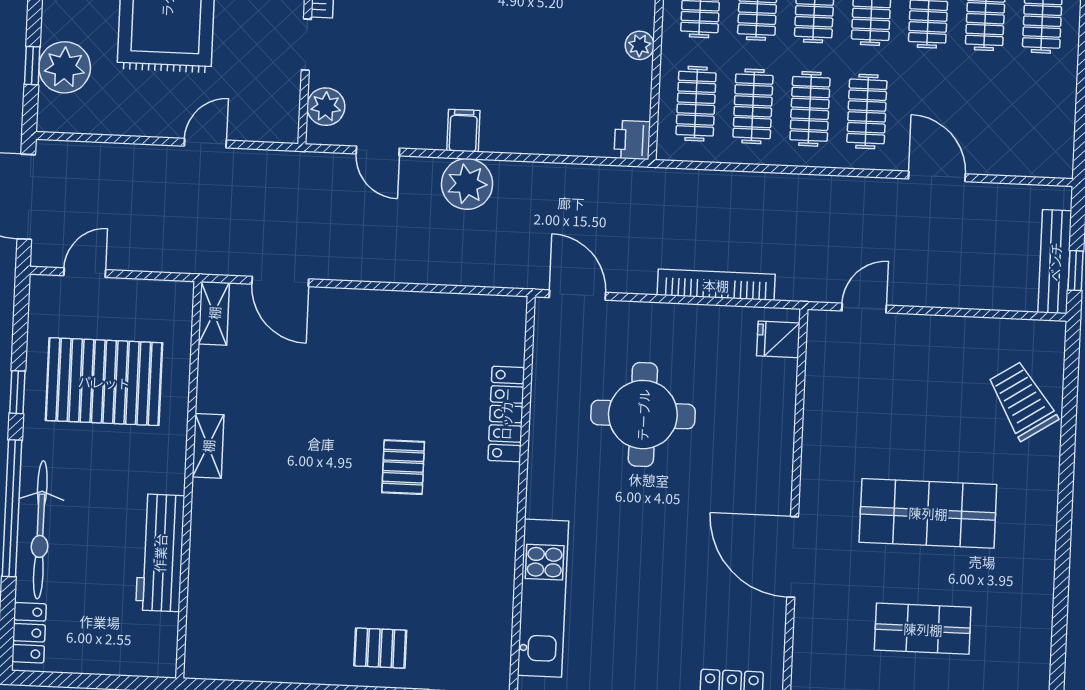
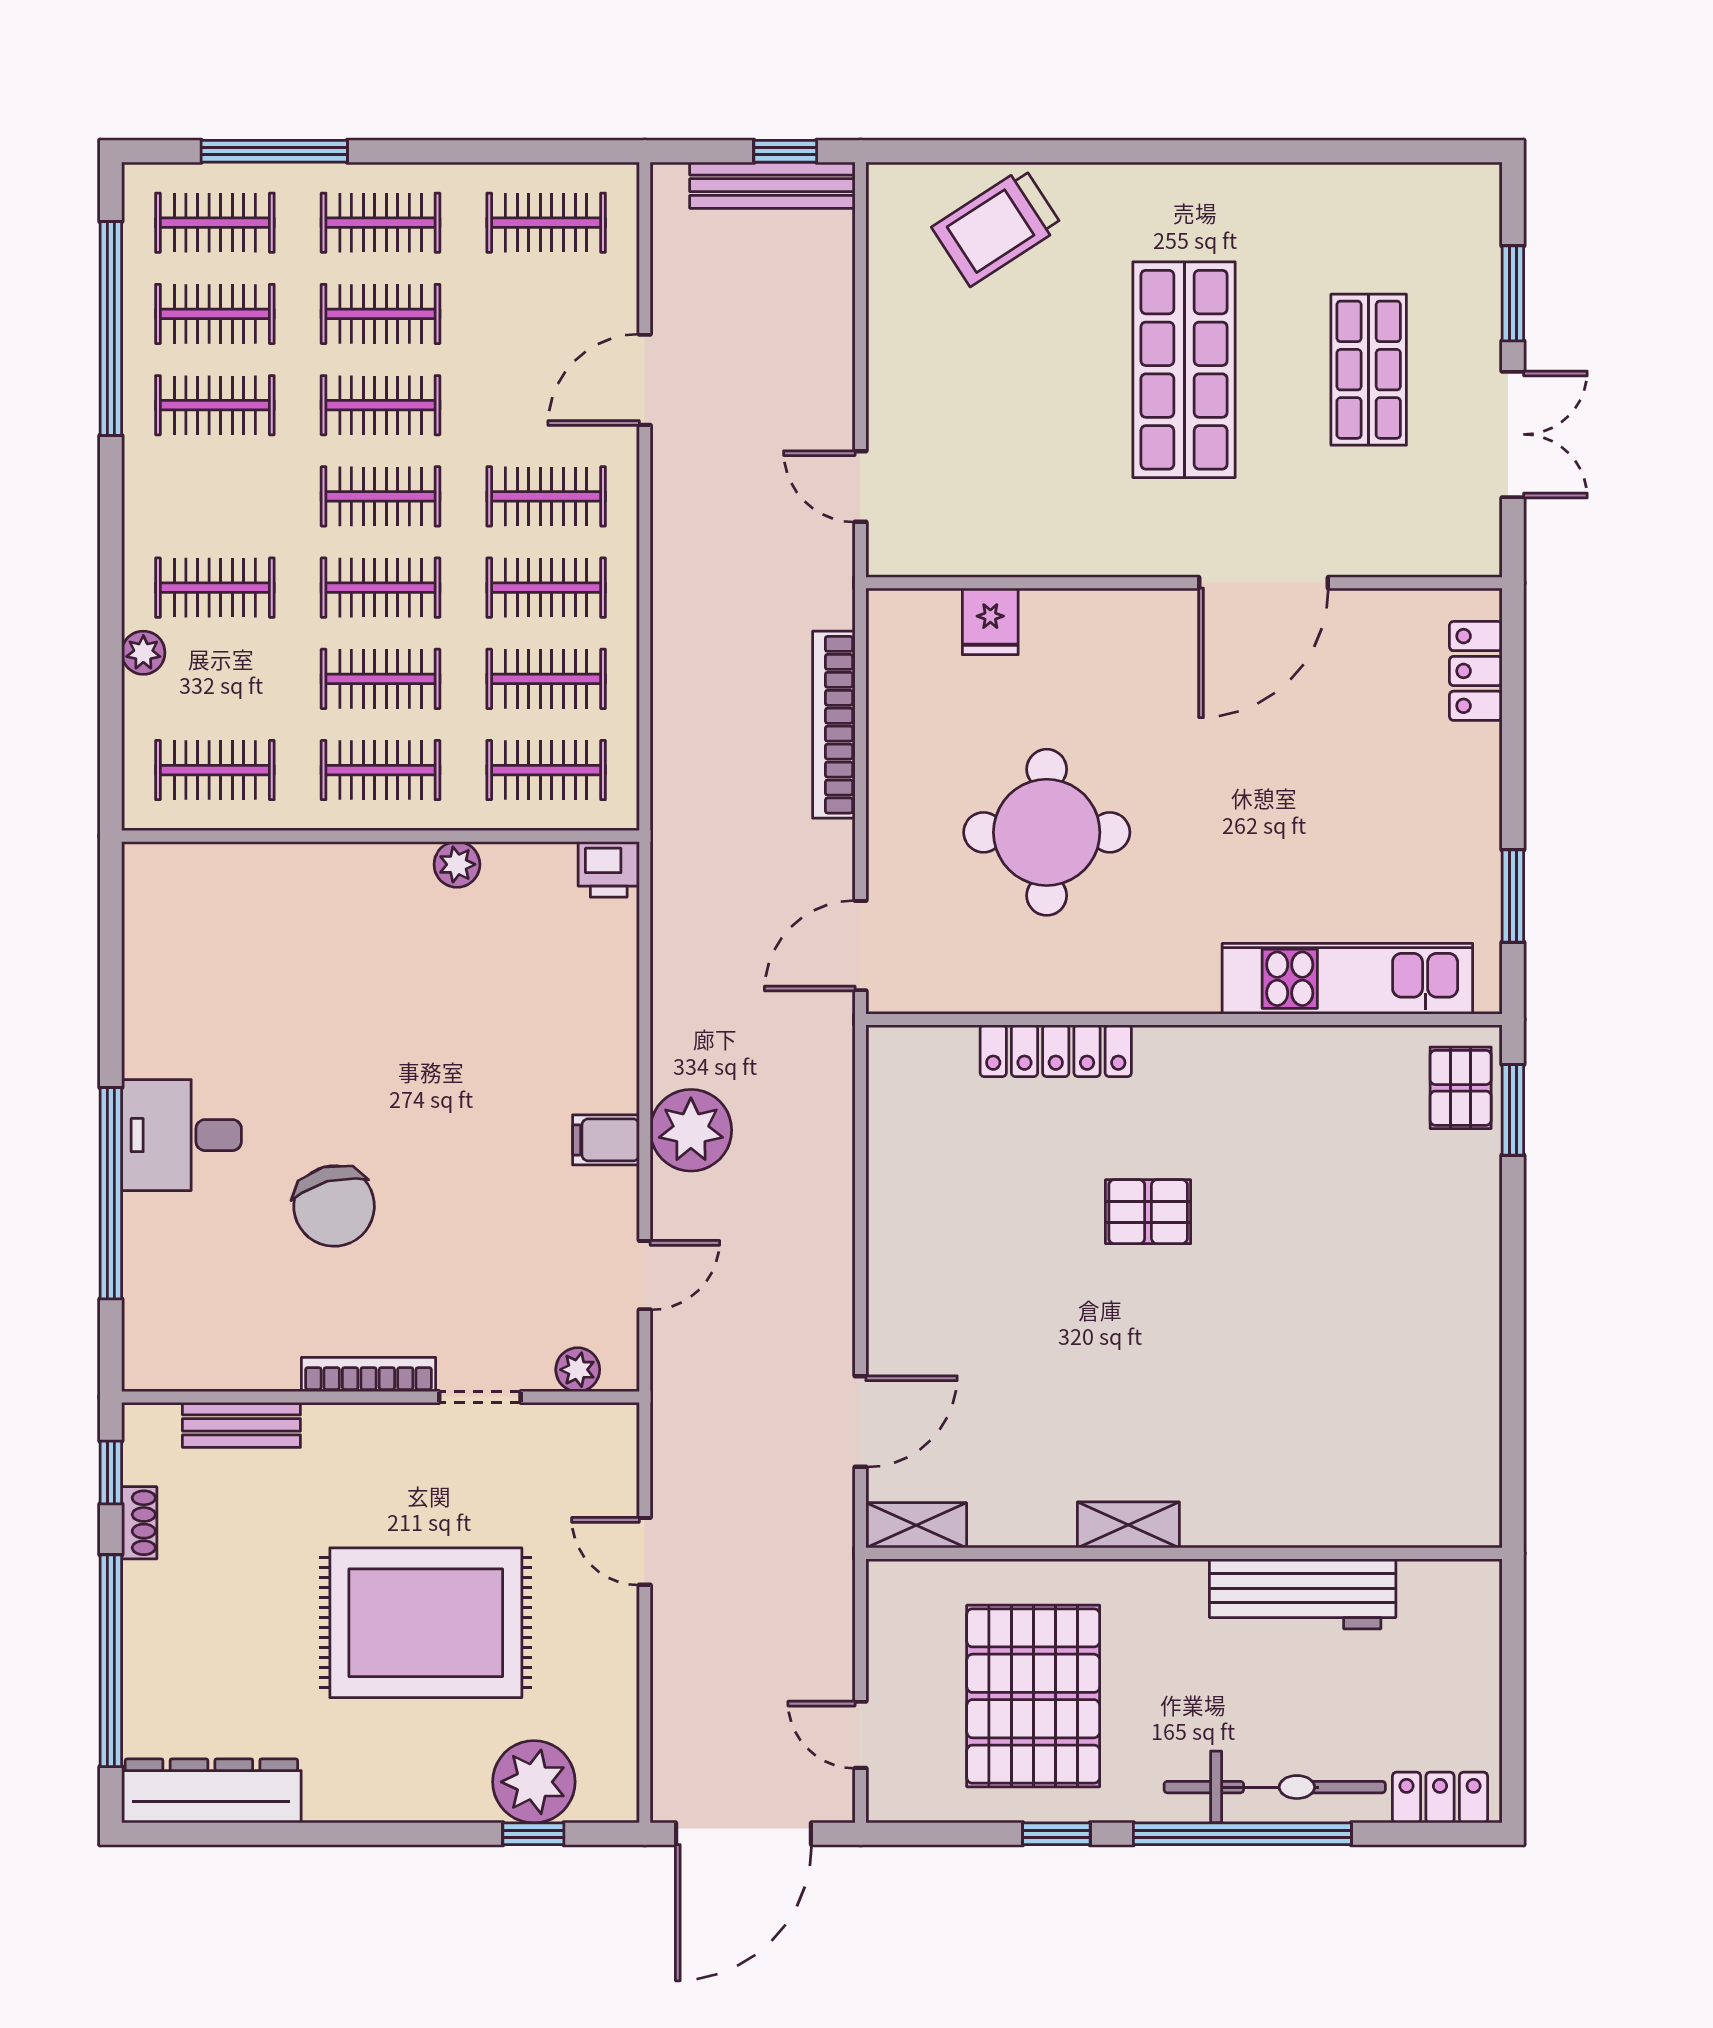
plant: (326, 107) -> (578, 1370), width x0.73, depth x0.73
clothes rail: (1038, 119) -> (546, 223), added
fridge: (778, 339) -> (990, 621), moved
pallet: (380, 648) -> (1461, 1088), moved

